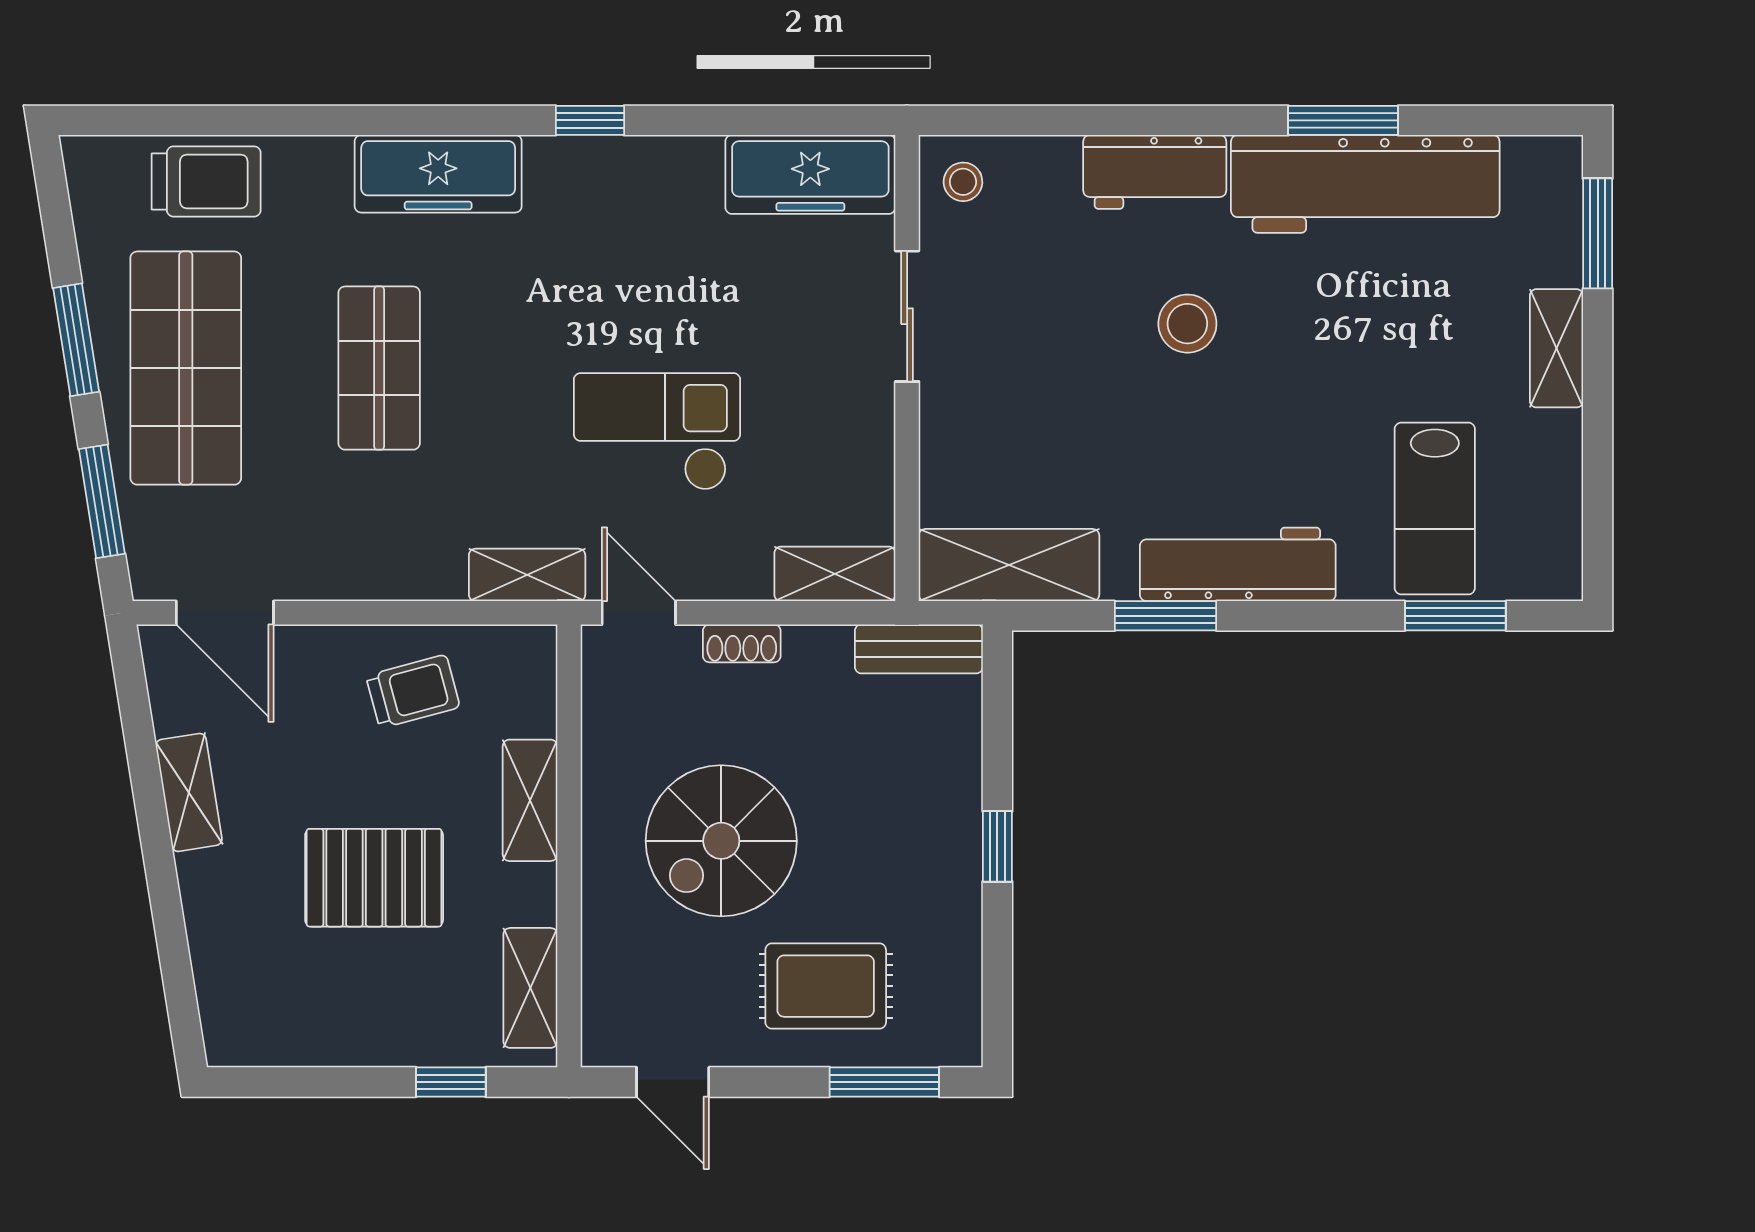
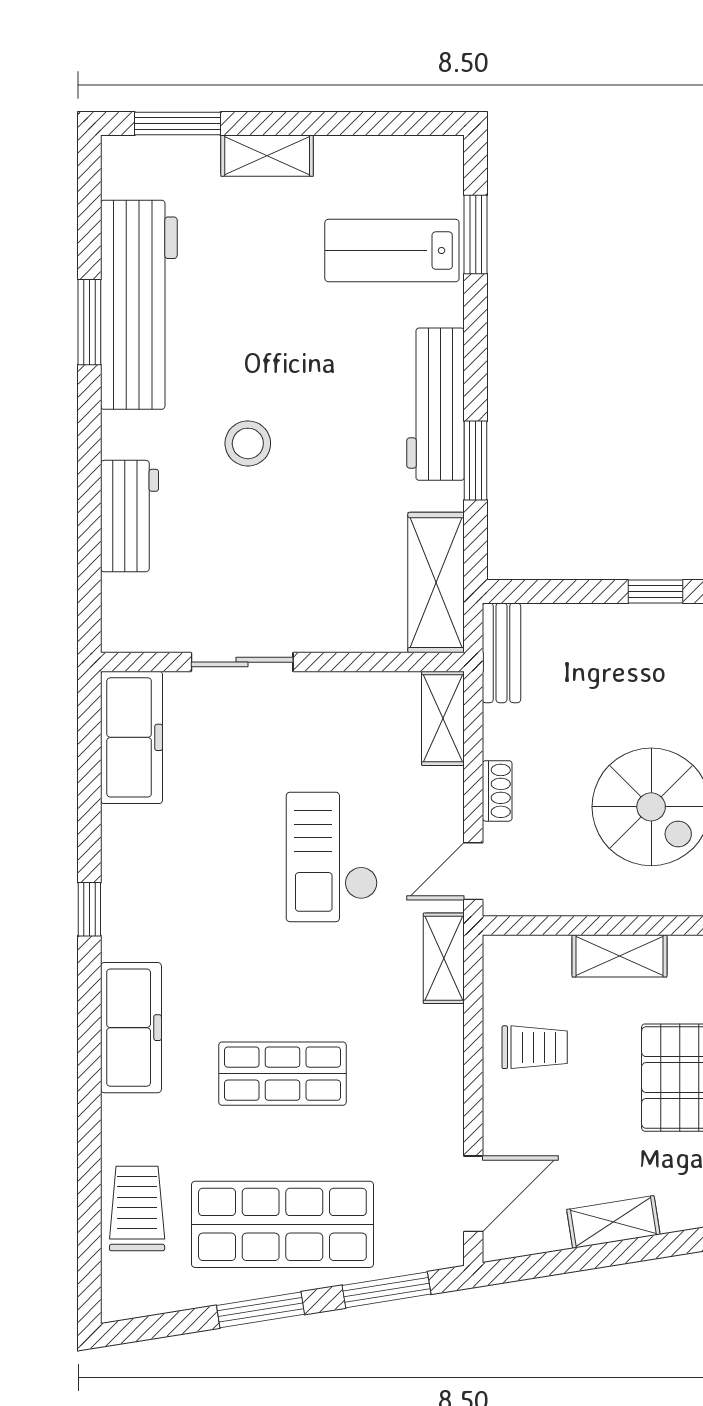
workbench: (1155, 172) -> (130, 516), moved
stool: (963, 182) -> (137, 618), removed
lab bench: (1435, 508) -> (392, 251), turned 180
trolley: (413, 691) -> (535, 1047), turned 105

